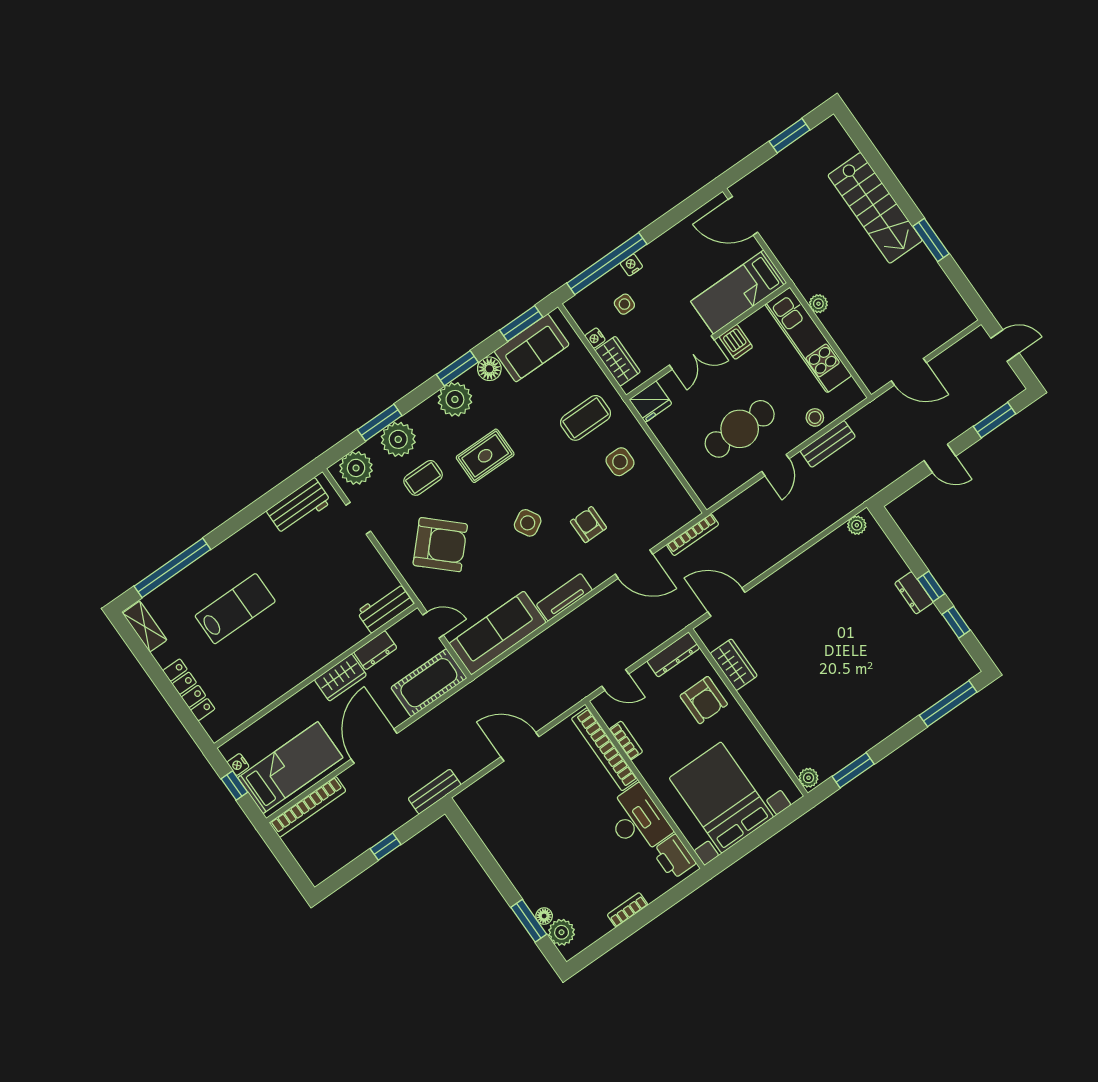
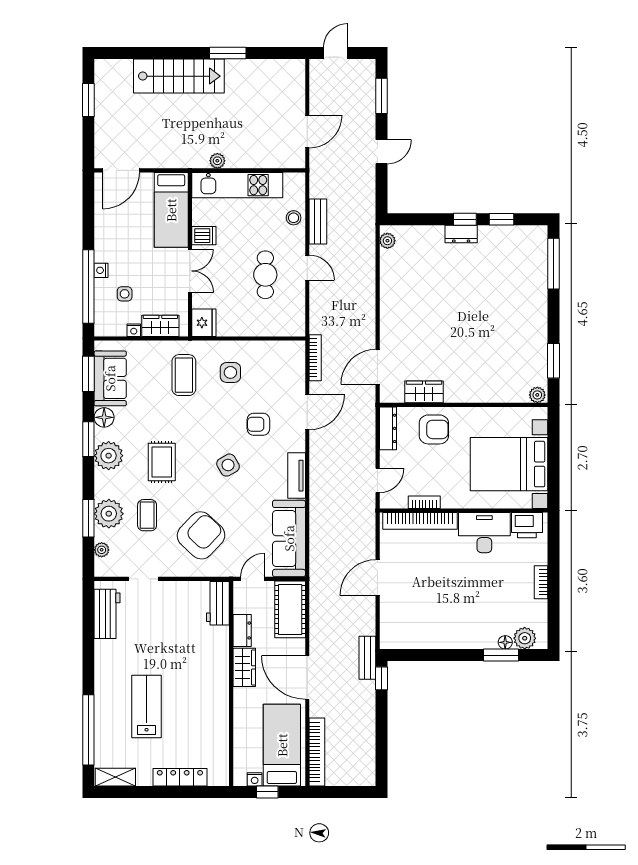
cafe table: (740, 429) -> (265, 275), width x0.73, depth x0.74
plant: (356, 468) -> (102, 550), width x0.53, depth x0.53
window: (385, 847) -> (382, 678), moved

